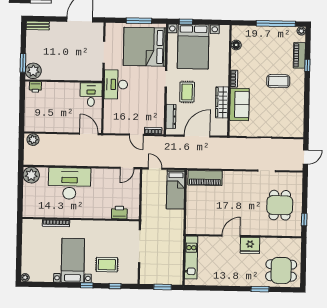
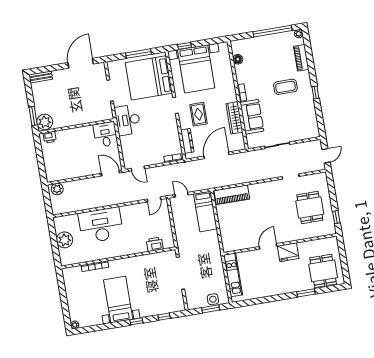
window: (307, 65) -> (315, 93), moved
door: (136, 135) -> (138, 168), moved
plant: (31, 175) -> (65, 240), moved
rug: (107, 265) -> (152, 297), removed
dining table: (281, 270) -> (323, 271), turned 90
side table: (167, 278) -> (213, 299), added

